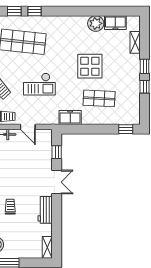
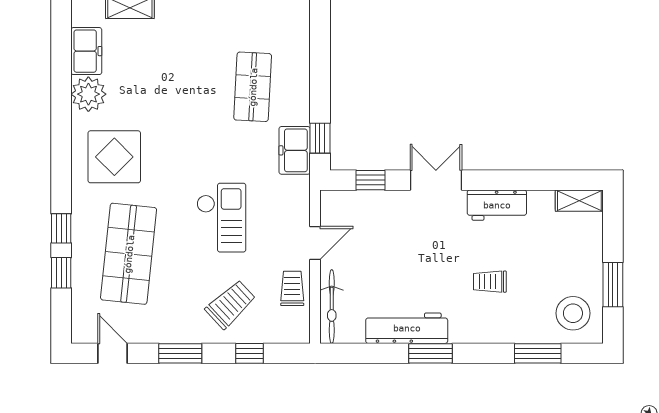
display table: (90, 66) -> (114, 157), moved
window: (126, 129) -> (320, 138), moved

